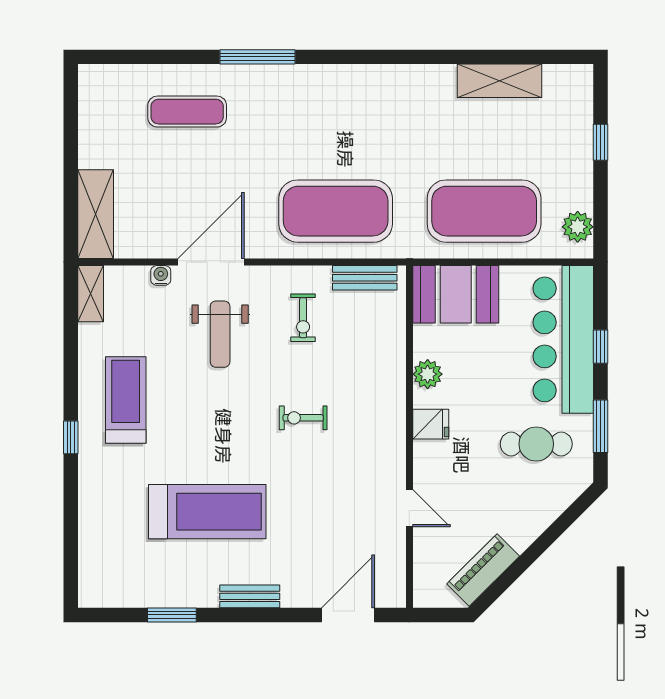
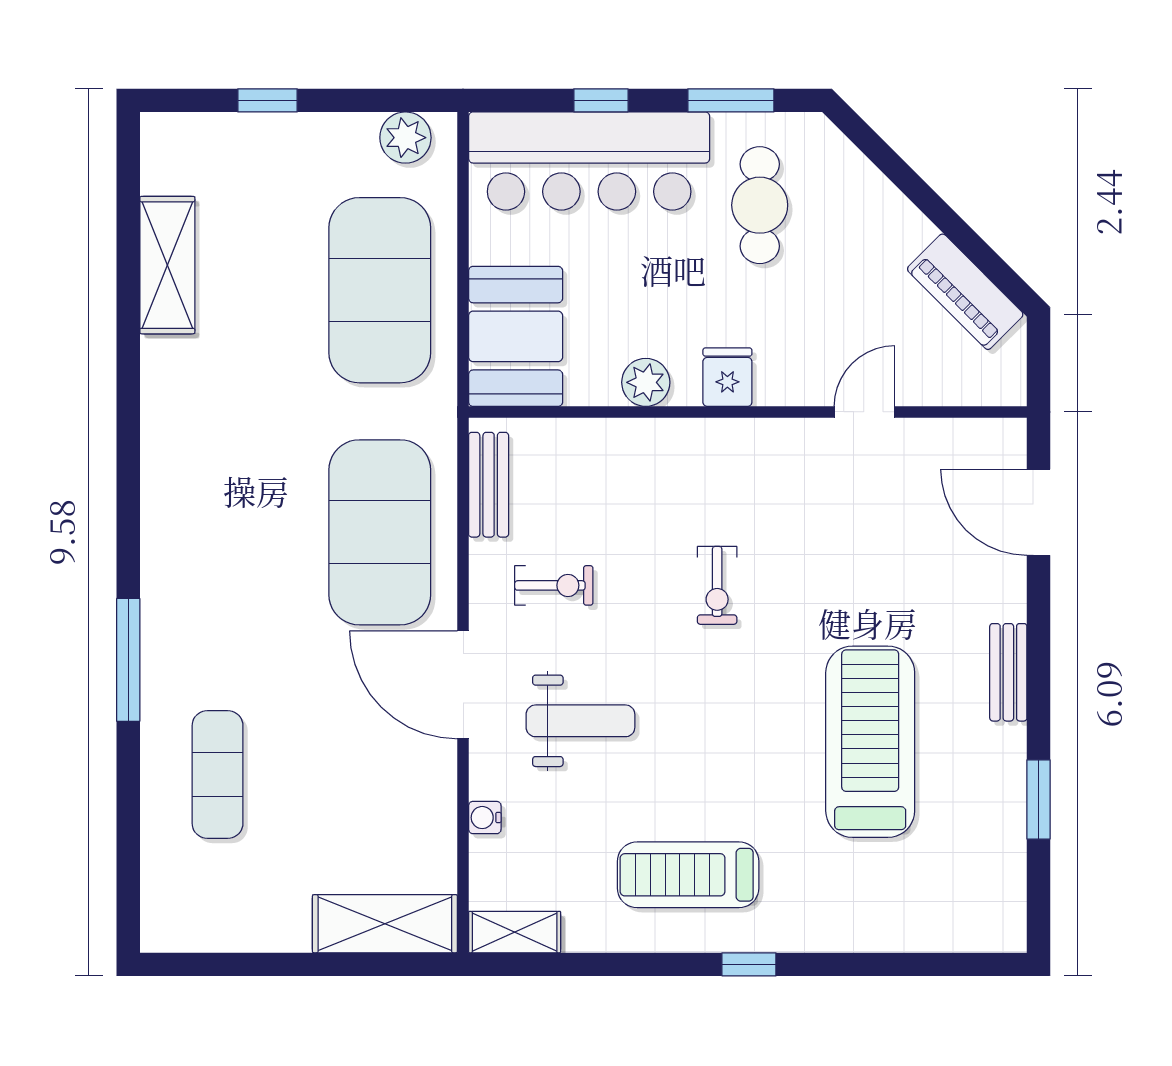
door: (211, 262) -> (463, 685), moved

